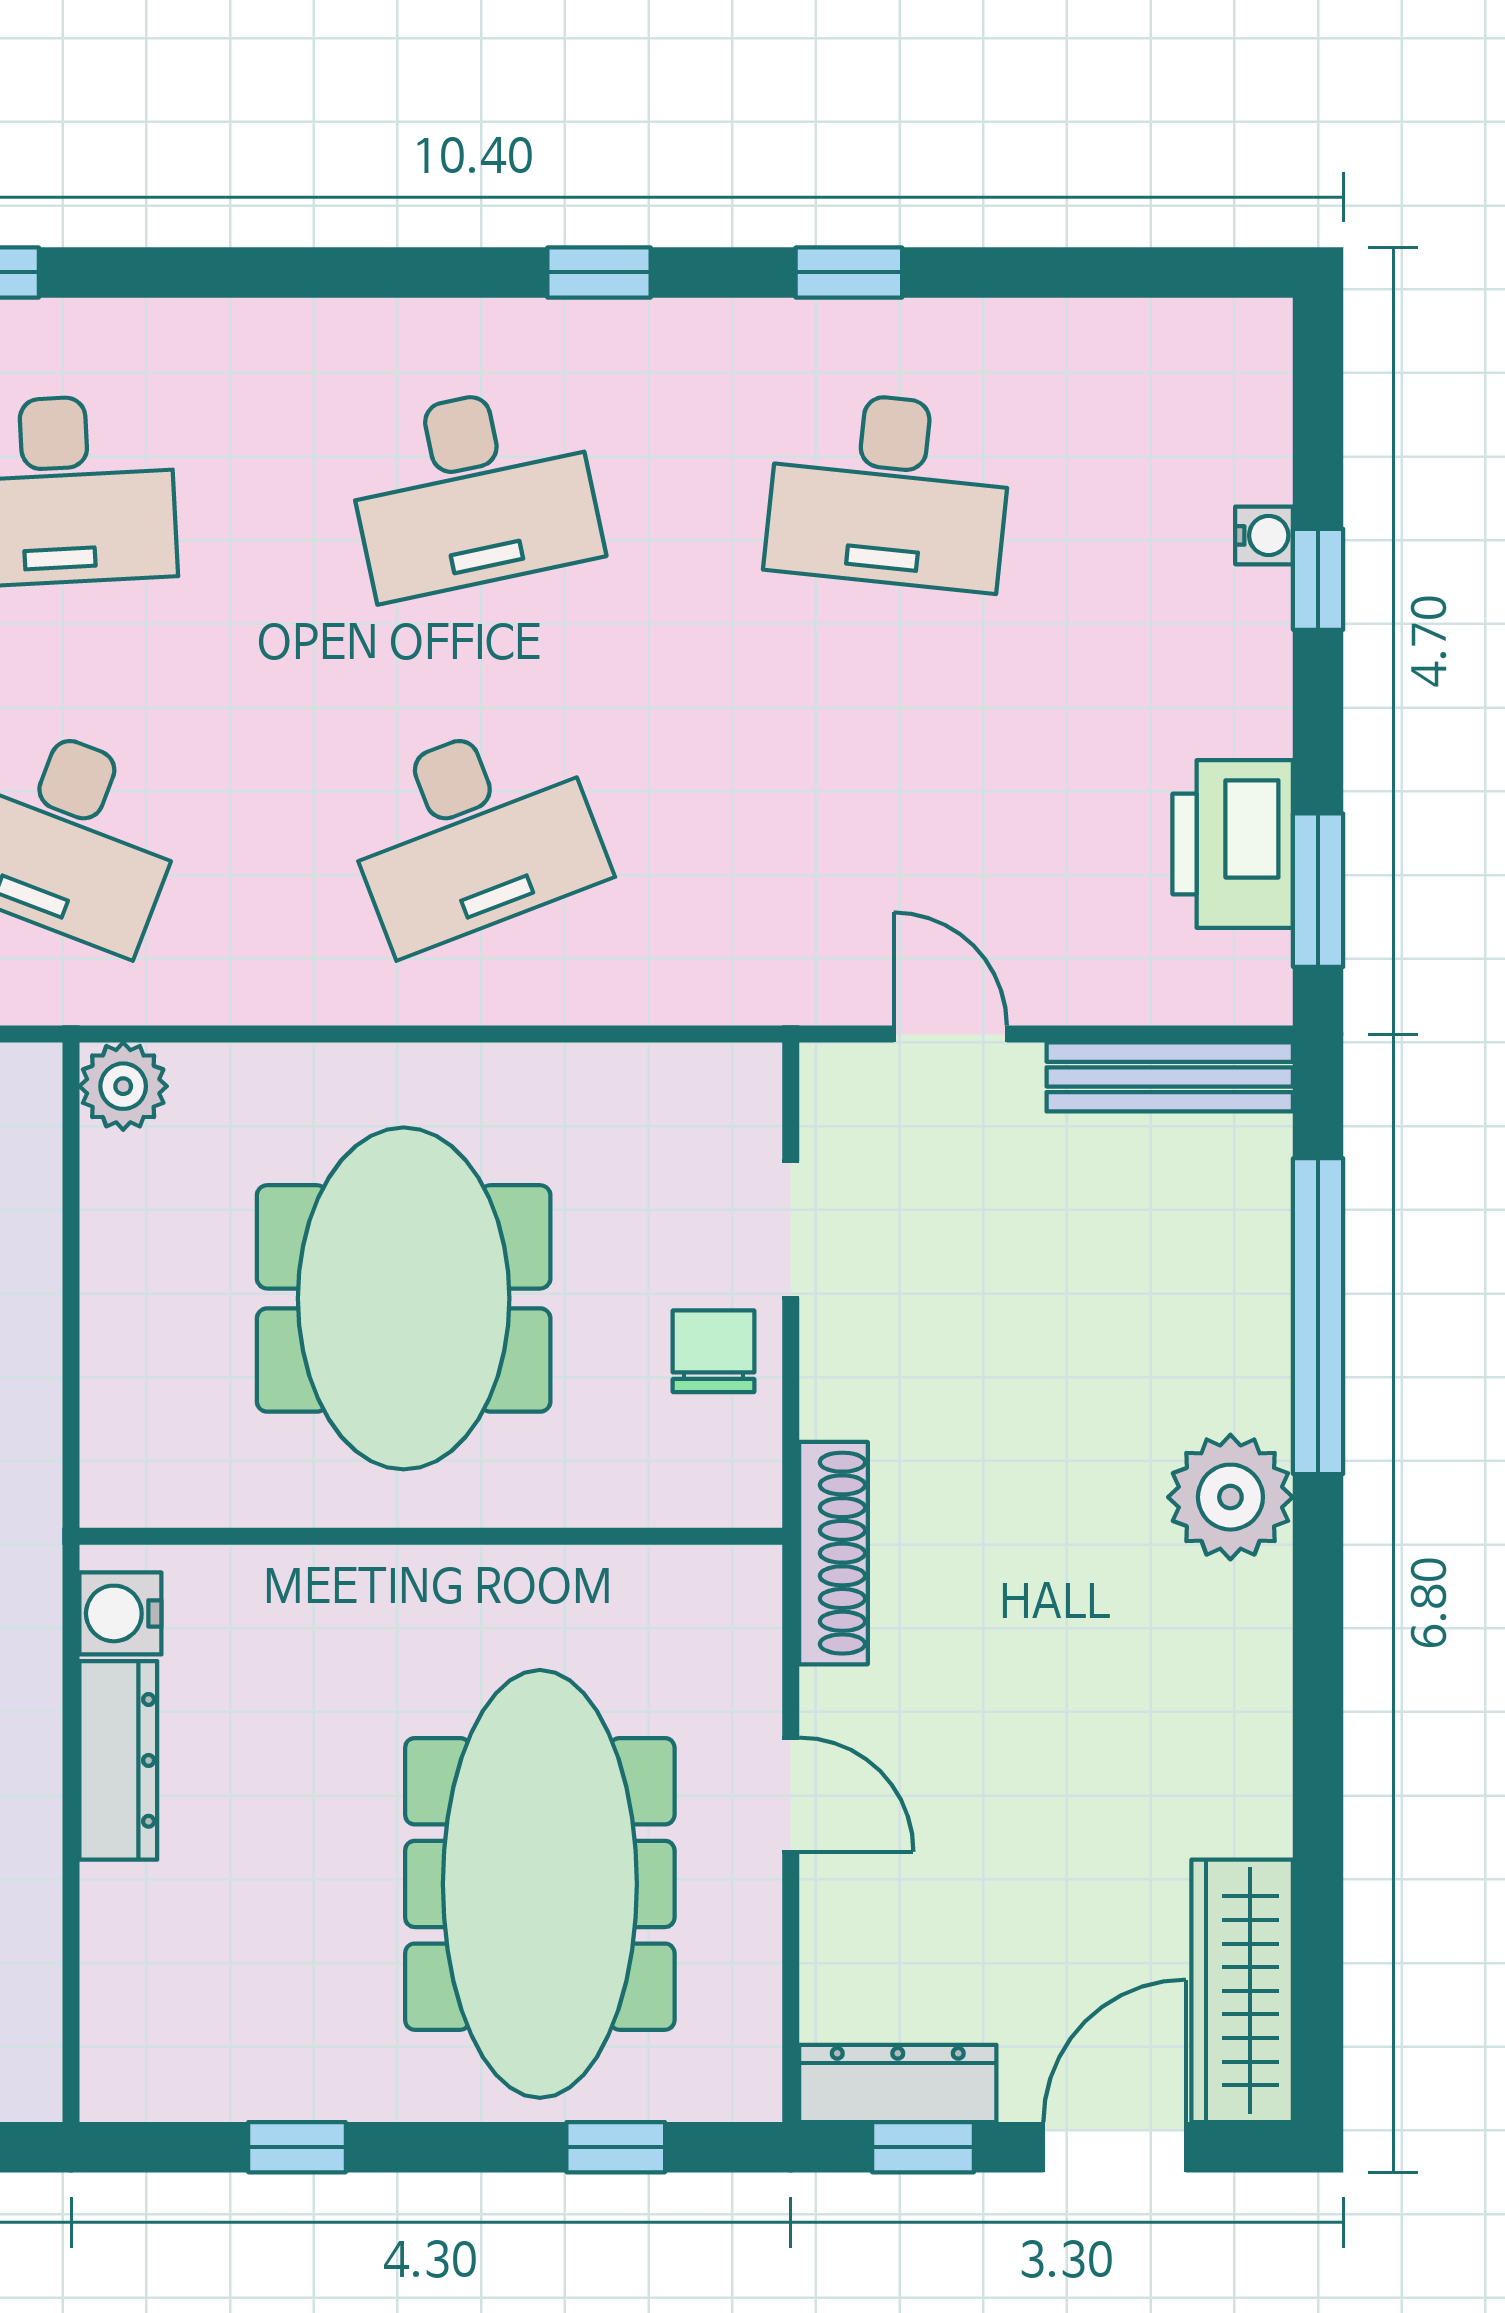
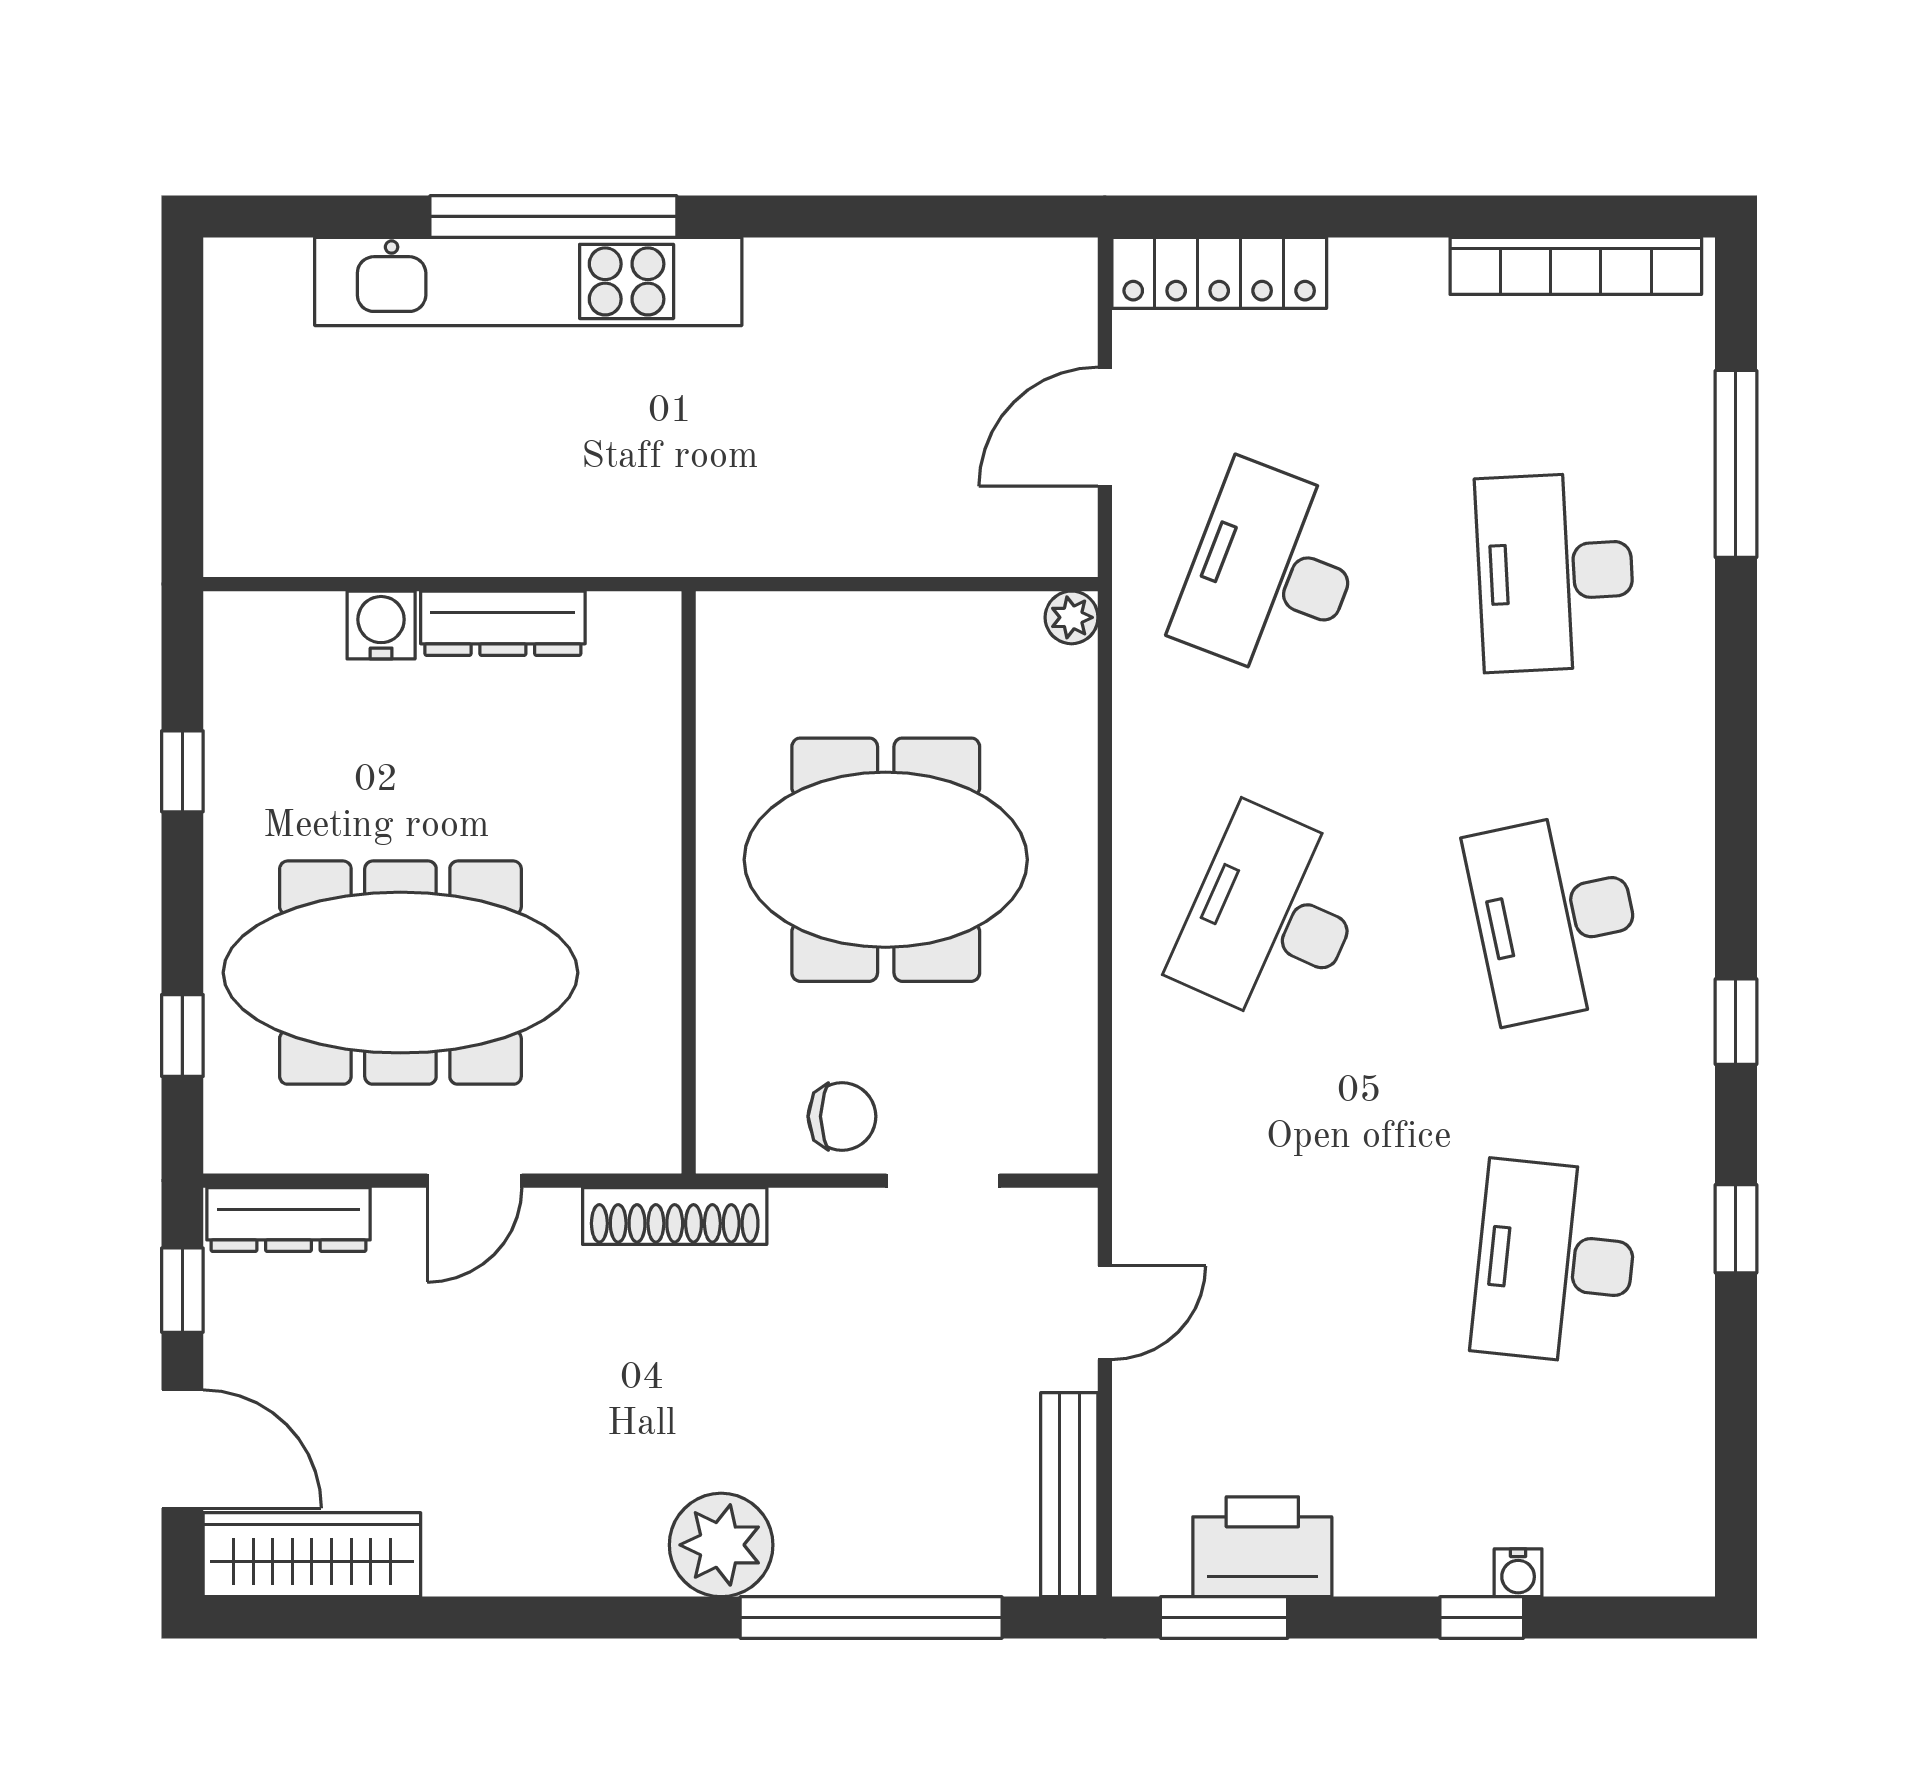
desk: (473, 833) -> (1272, 917), turned 45
plant: (123, 1086) -> (1072, 617), width x0.73, depth x0.73
water cooler: (120, 1613) -> (381, 625), moved
dresser: (898, 2083) -> (289, 1219), moved, turned 90

